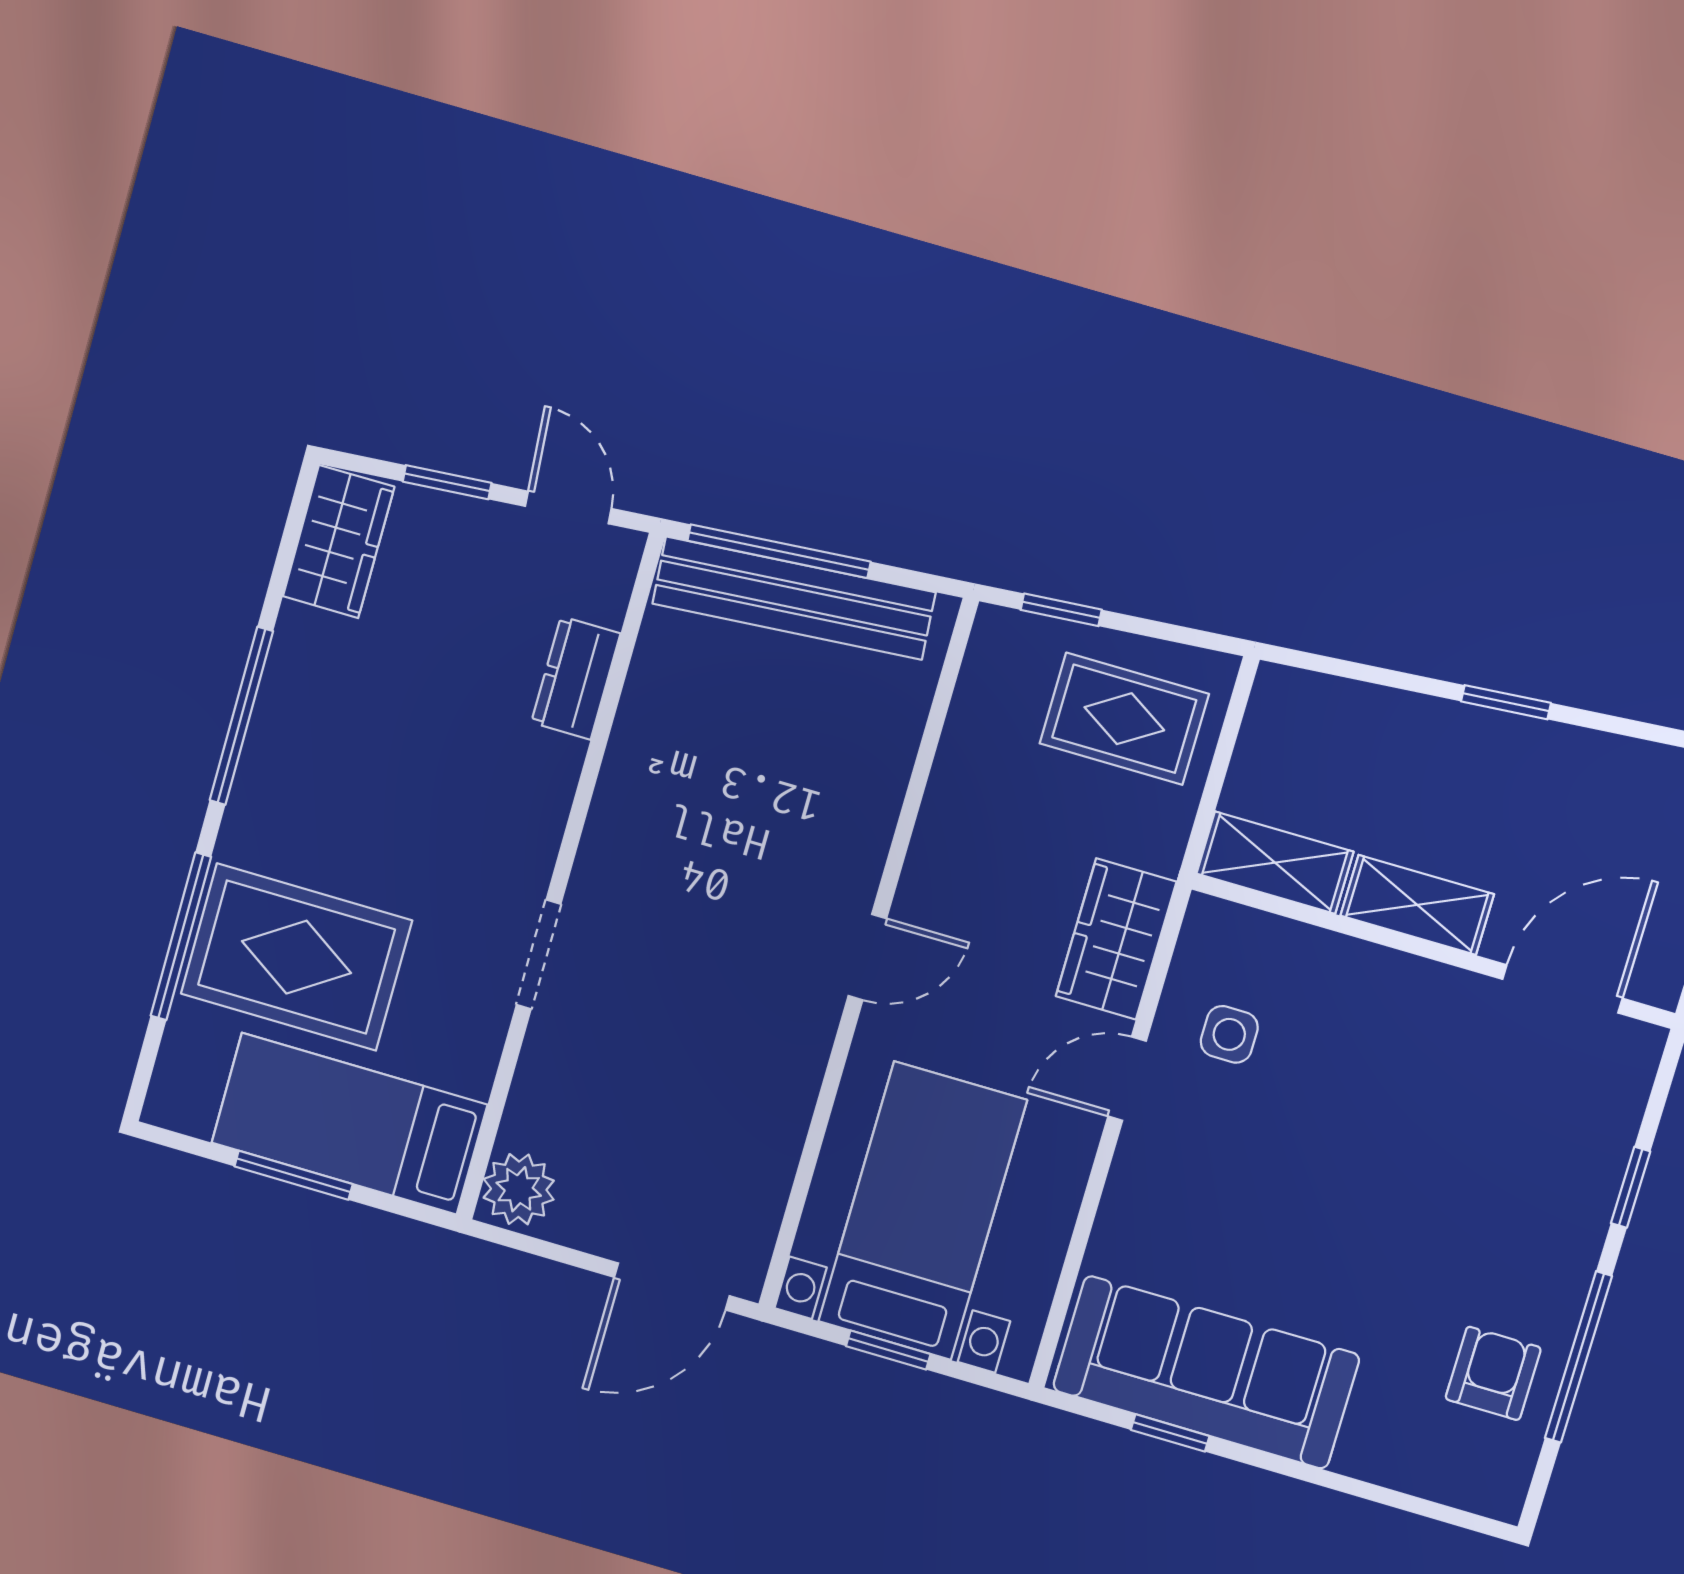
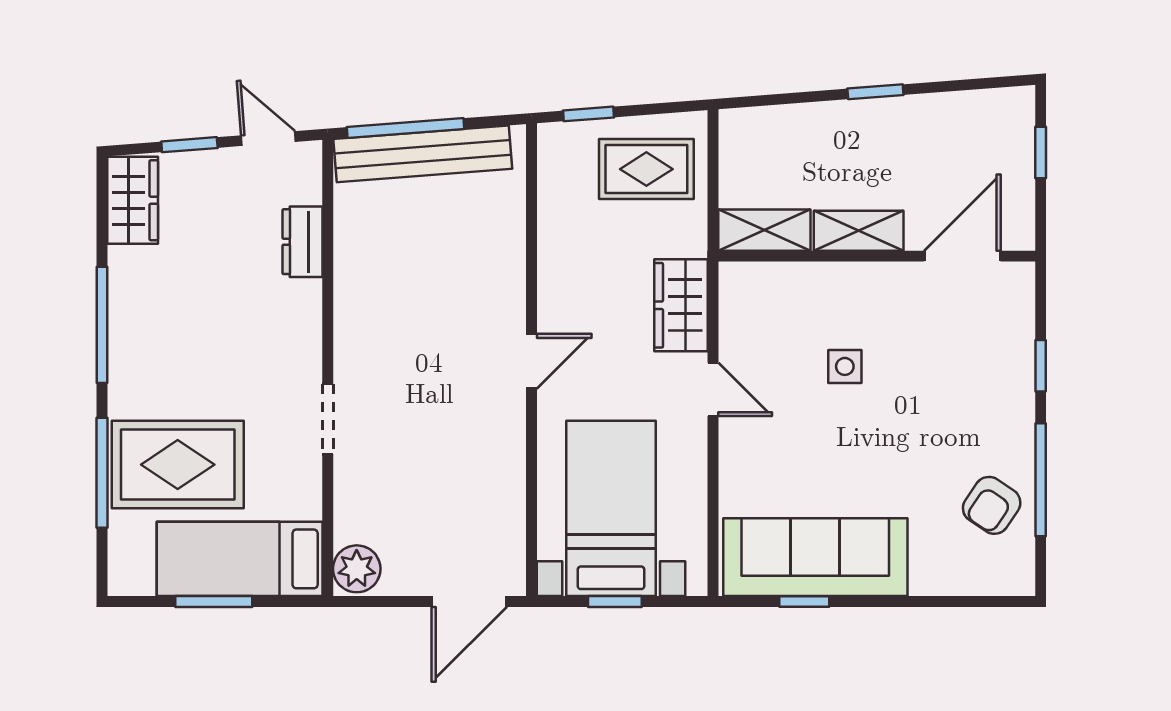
side table: (1229, 1034) -> (845, 366), moved
door: (1127, 1079) -> (713, 389), swing flipped
armchair: (1493, 1373) -> (992, 505), turned -146

